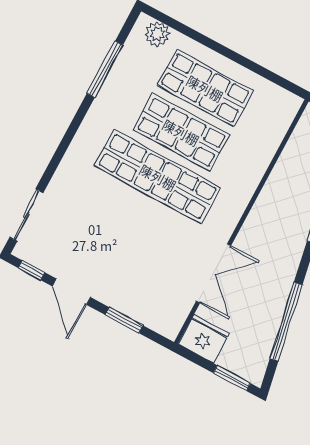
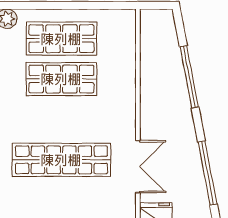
shop shelf: (158, 177) -> (61, 160), moved

